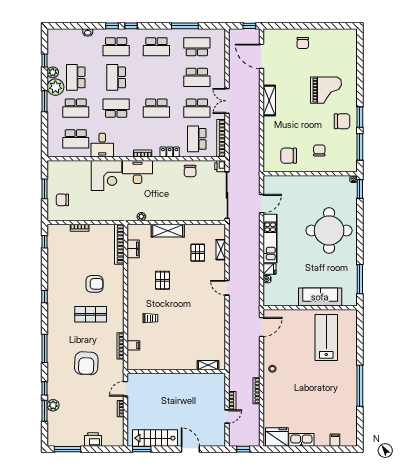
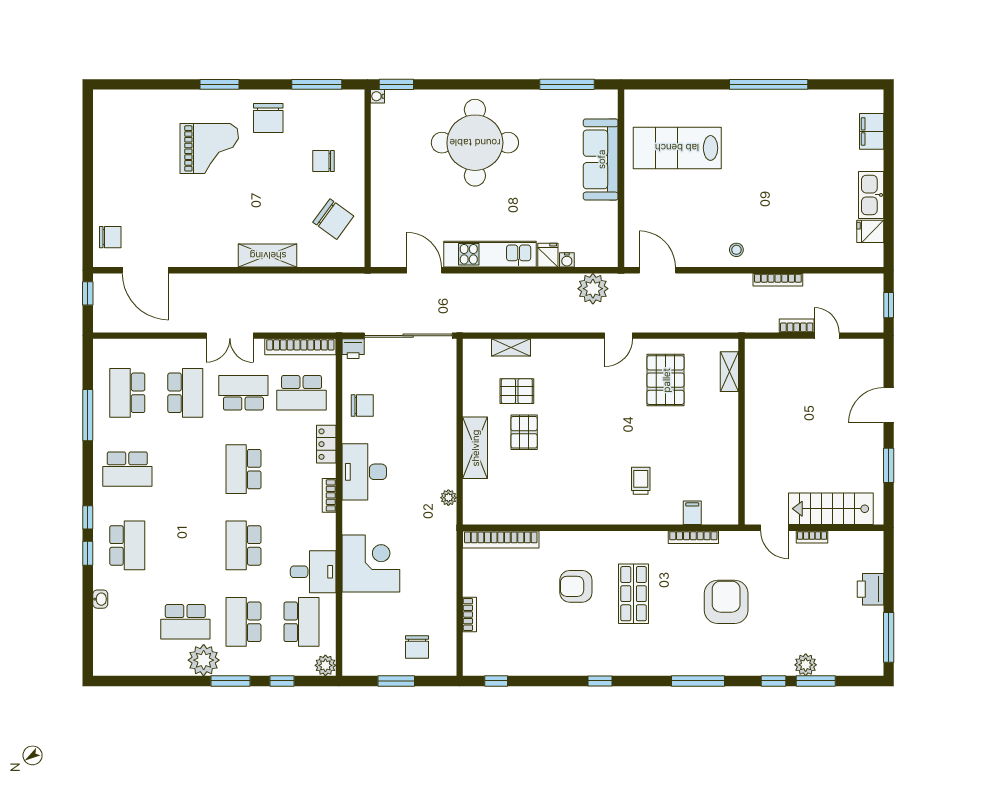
chair: (303, 43) -> (110, 237), moved
school desk: (156, 47) -> (127, 469), turned 90
door: (262, 56) -> (145, 270), hinge flipped
window: (44, 60) -> (282, 681), moved
plant: (53, 72) -> (325, 665), moved
school desk: (116, 77) -> (185, 545), removed
grand piano: (326, 90) -> (209, 148), turned 90
shelving: (269, 100) -> (268, 256), moved
school desk: (76, 108) -> (243, 622), turned 180
school desk: (156, 108) -> (243, 469), turned 180
school desk: (197, 108) -> (243, 393), turned -90
window: (360, 117) -> (220, 84), moved
chair: (342, 121) -> (268, 118), turned 180
chair: (289, 156) -> (333, 219), turned -54
desk: (137, 172) -> (364, 472), moved
filing cabinet: (133, 249) -> (510, 513), removed
pallet: (162, 280) -> (524, 432), moved, turned 90
armchair: (94, 284) -> (576, 586), turned -90
door: (227, 288) -> (618, 336), moved
plant: (252, 293) -> (593, 289), added
pallet: (204, 331) -> (666, 380), added
armchair: (86, 363) -> (726, 602), turned -92
fridge: (277, 437) -> (870, 231), width x0.53, depth x0.75
stairs: (155, 438) -> (831, 509), moved, turned 90
filing cabinet: (335, 440) -> (872, 131), width x2.00
window: (142, 449) -> (889, 465), moved

